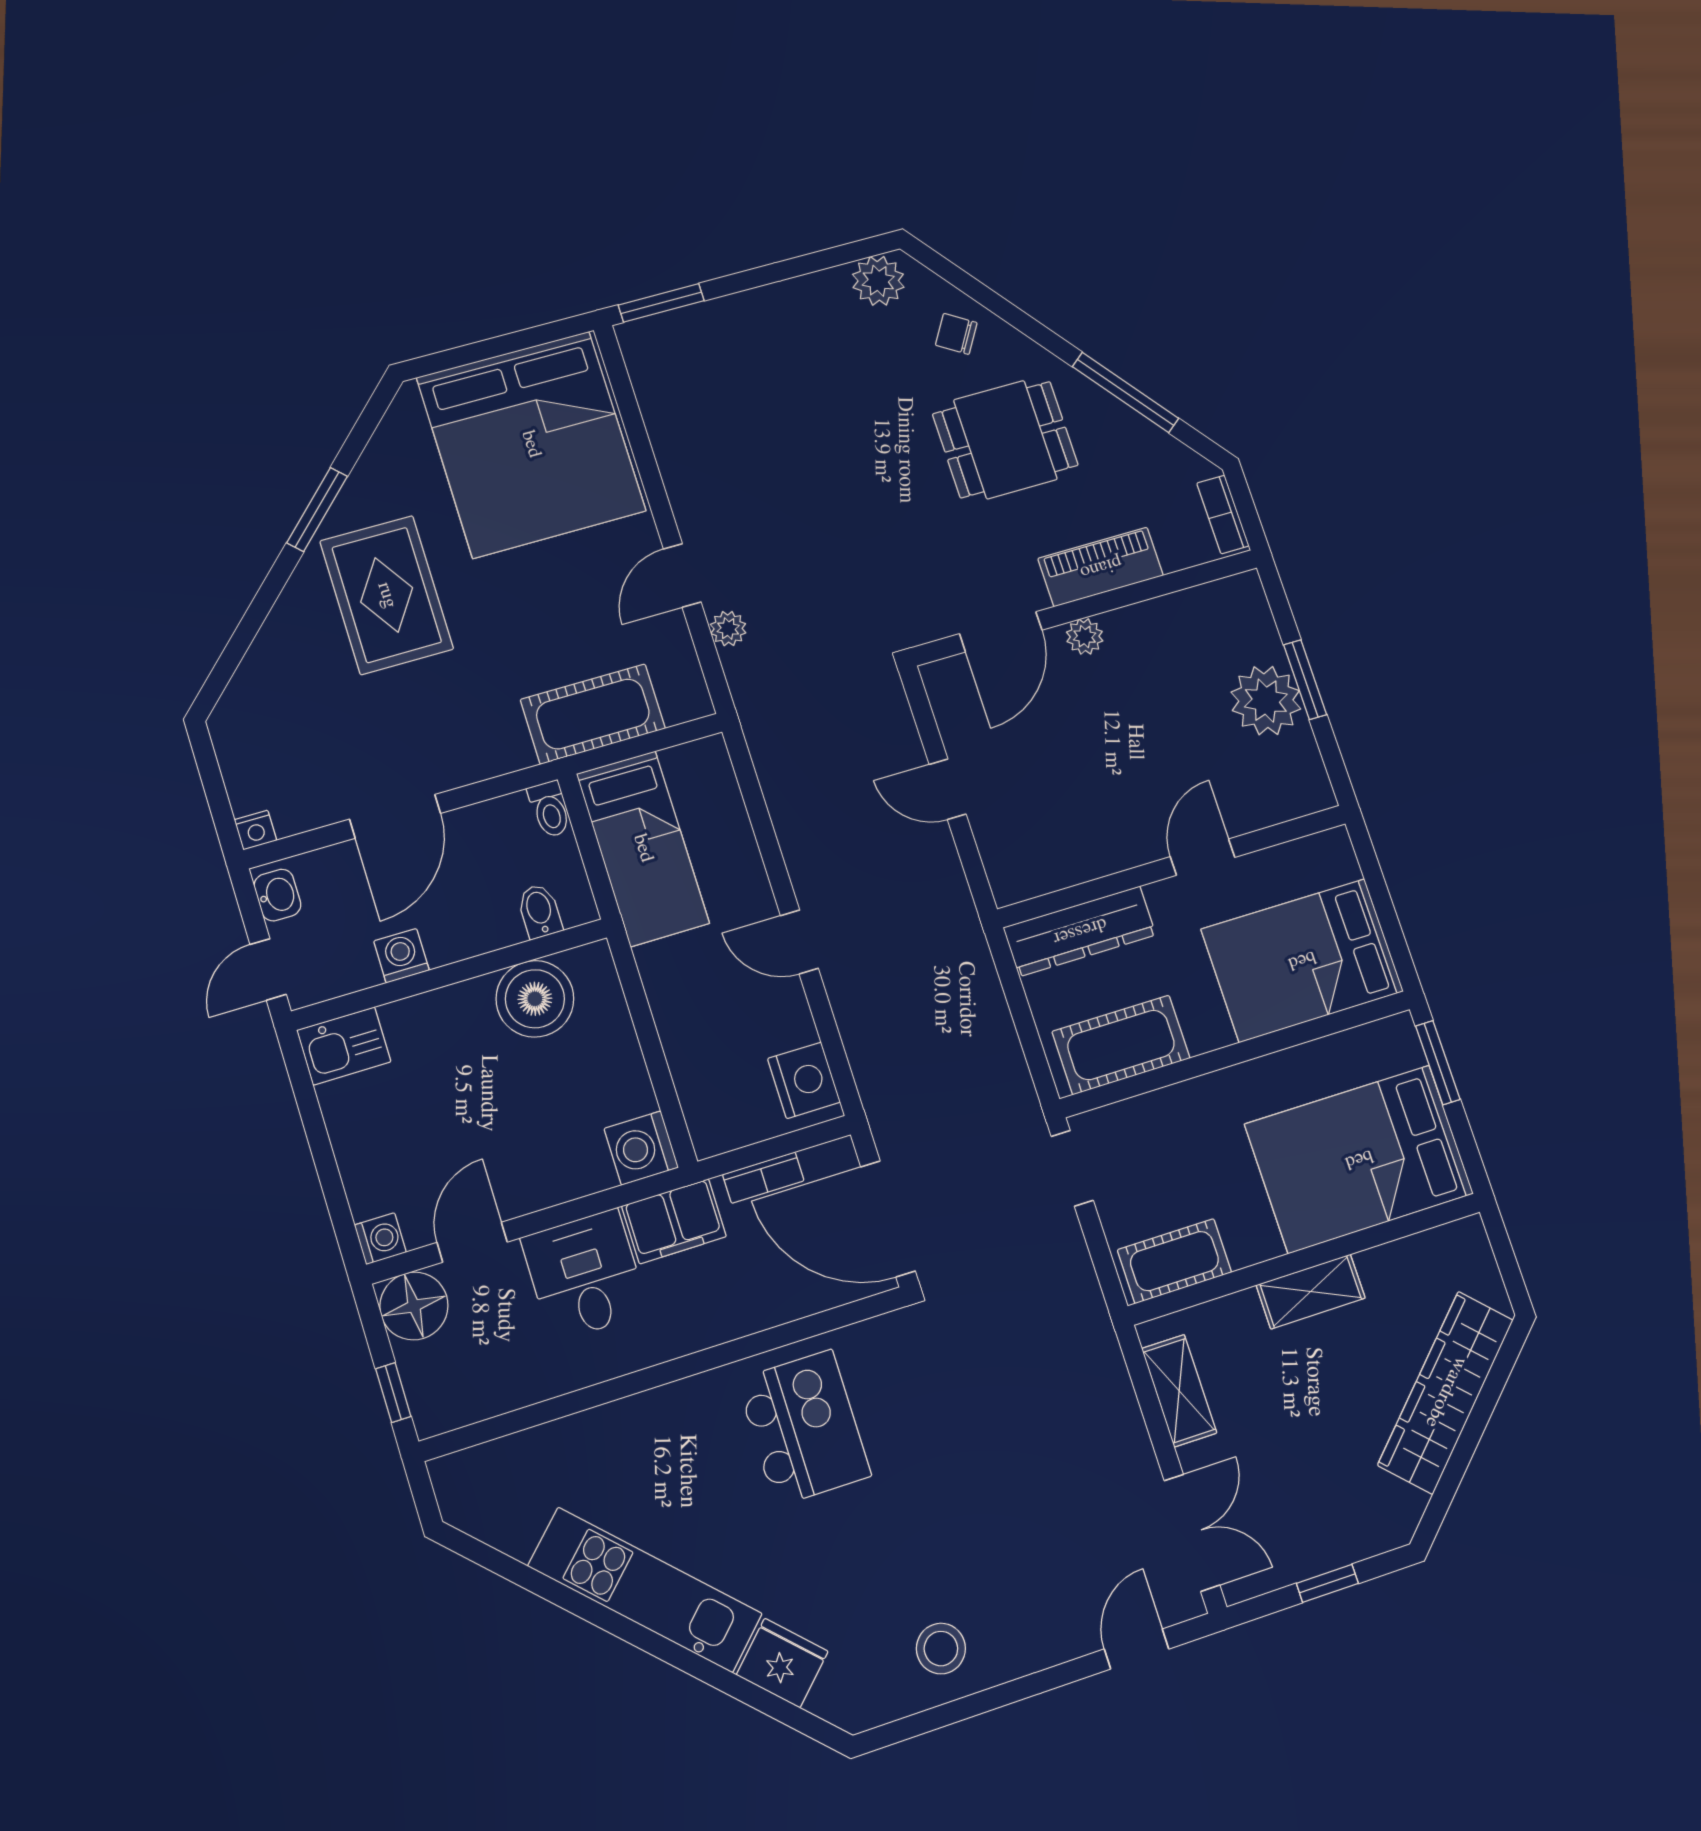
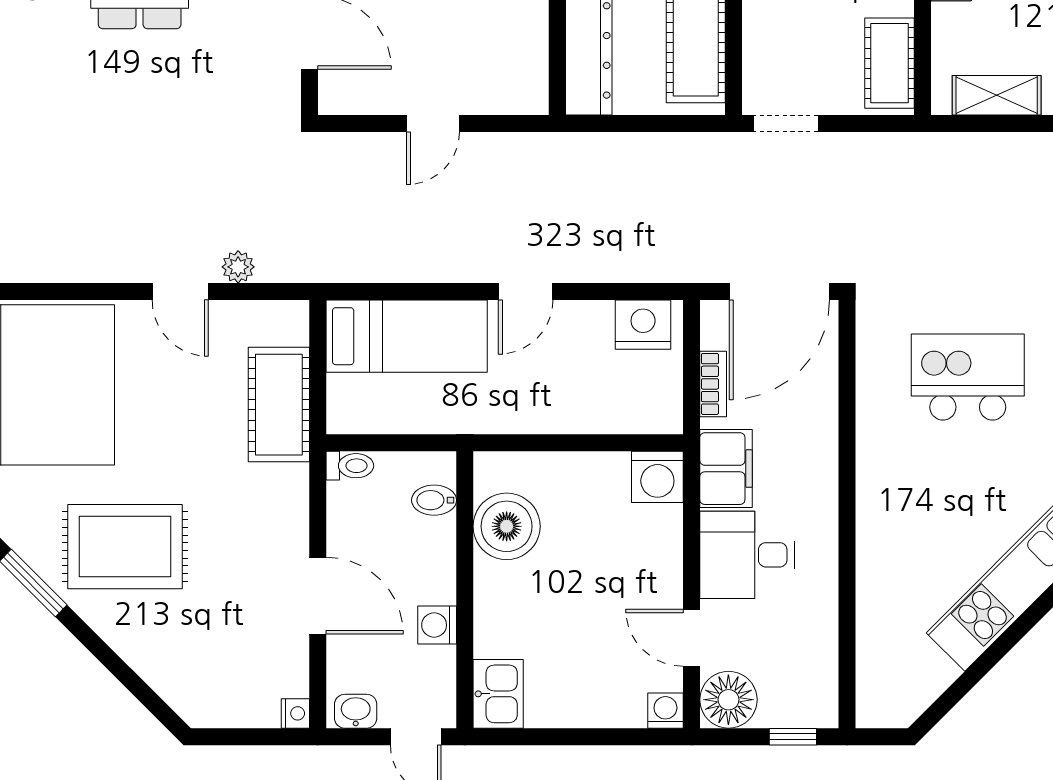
bed: (643, 848) -> (407, 336), moved
kitchen island: (804, 1428) -> (968, 377), moved

